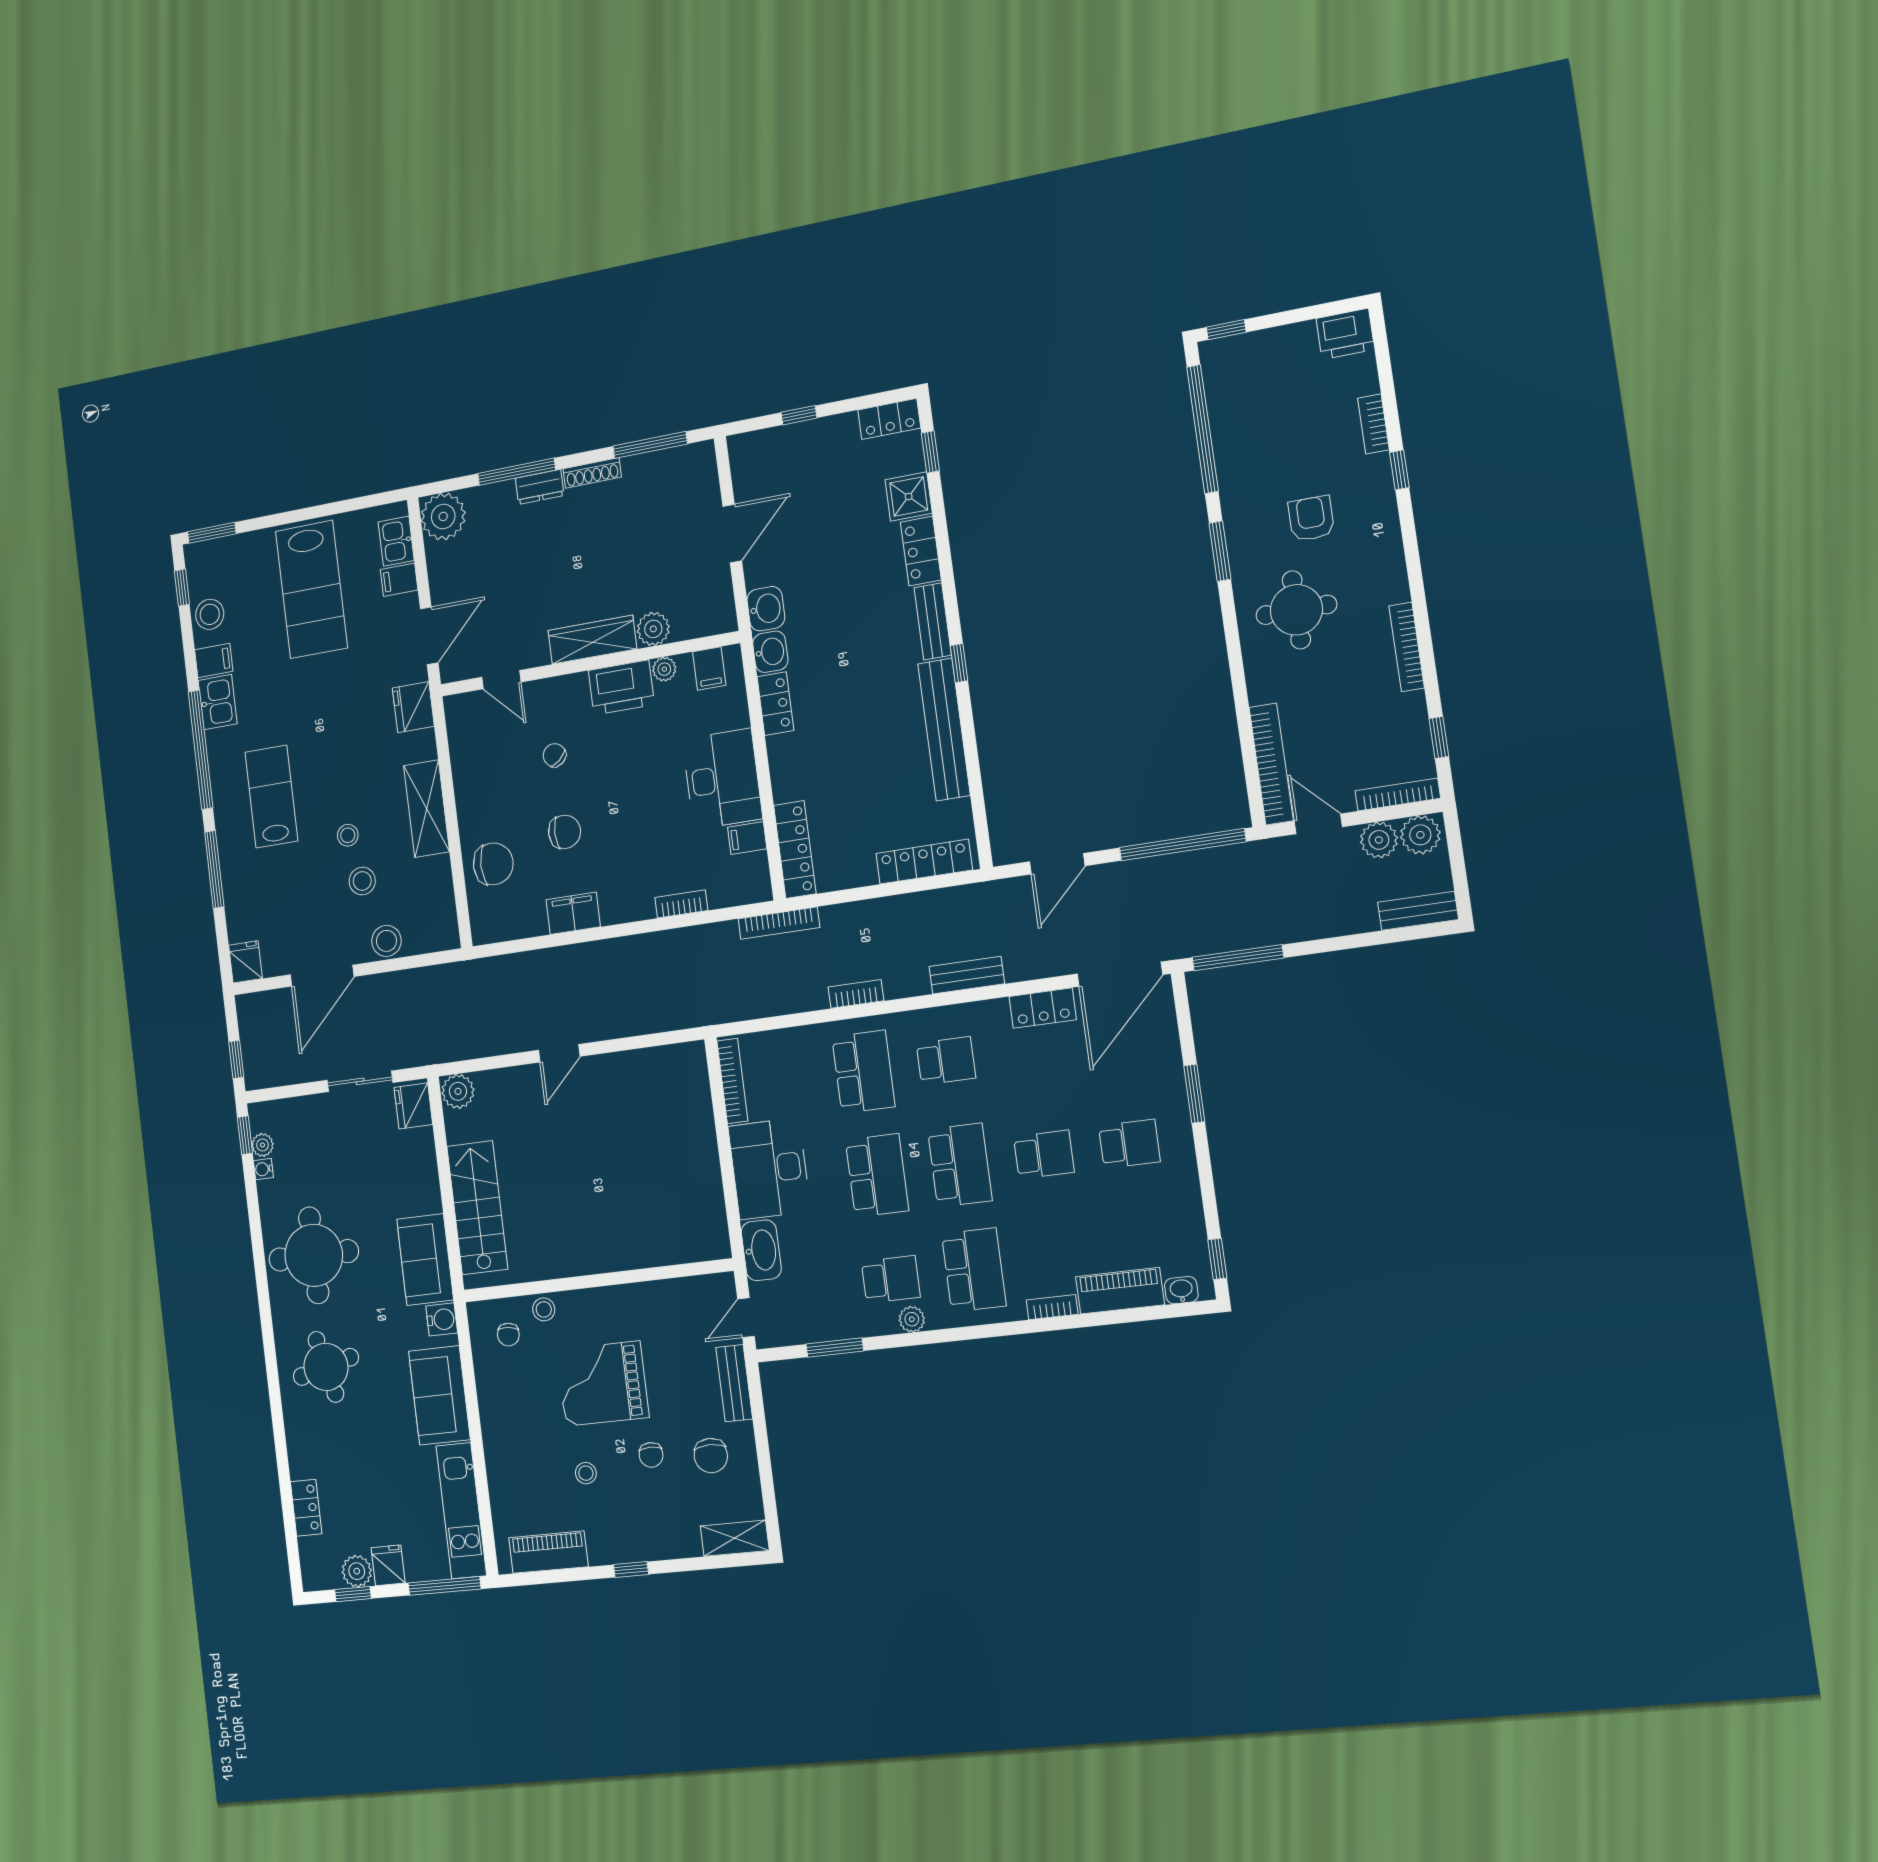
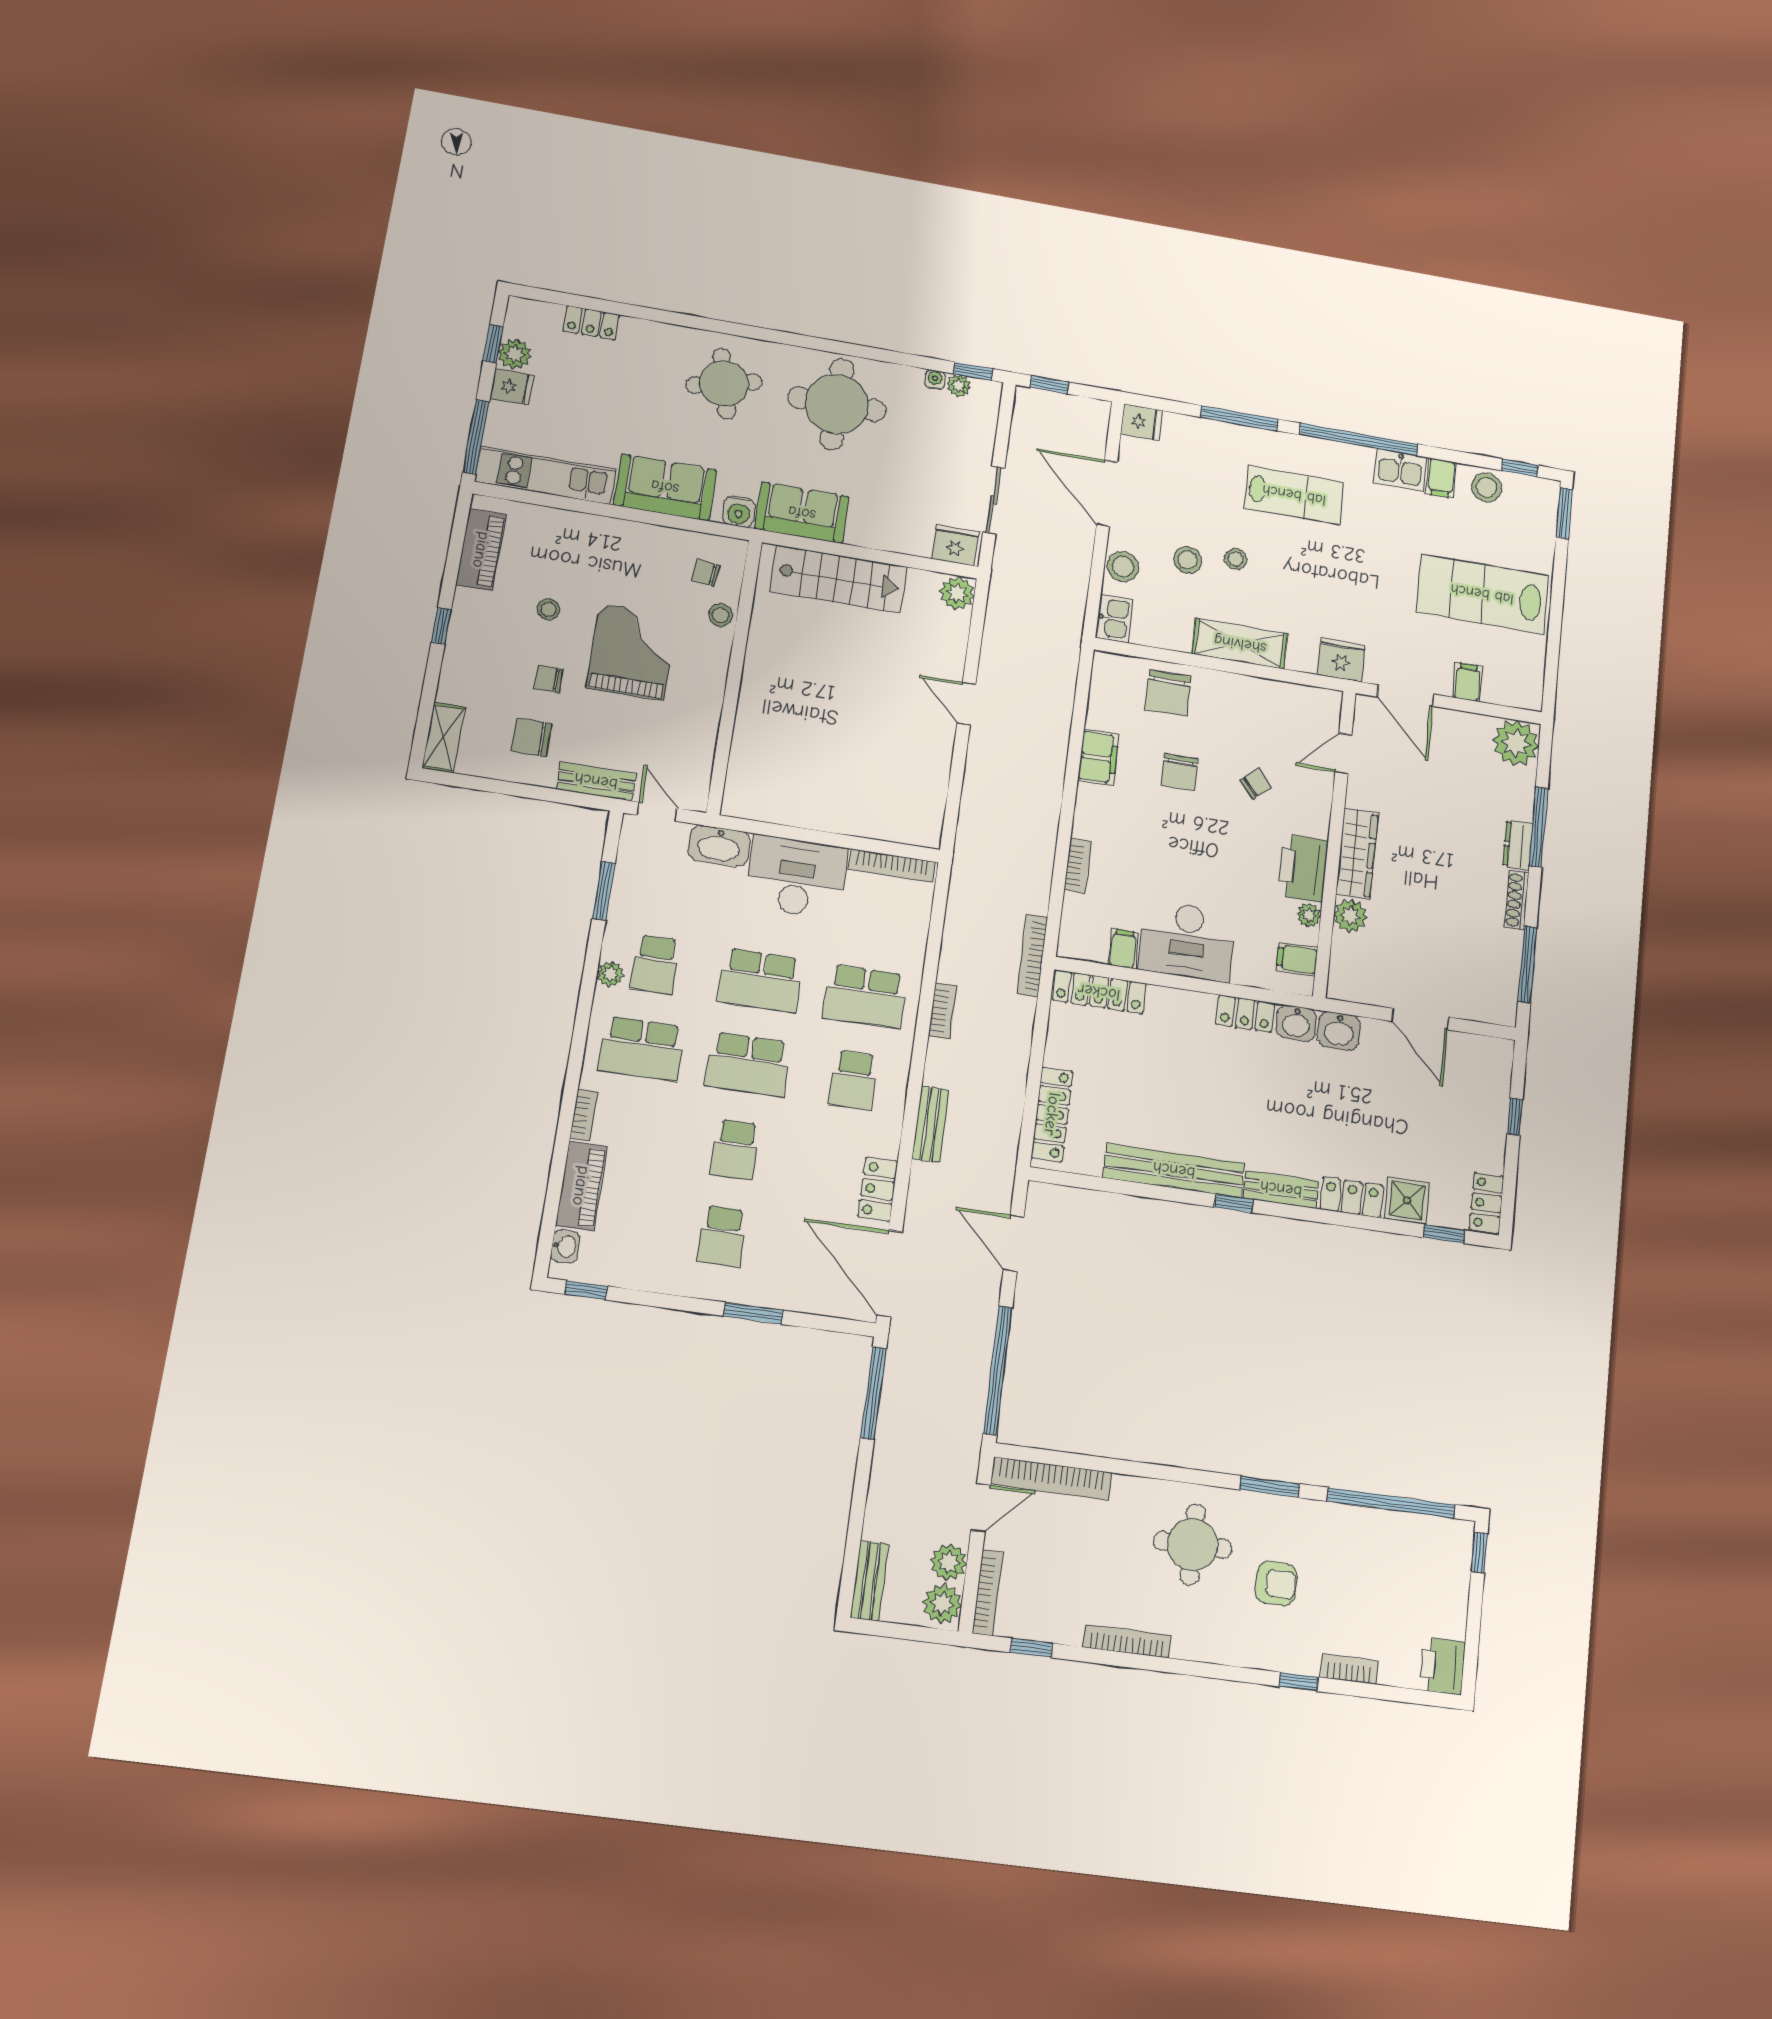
kitchen sink: (396, 541) -> (1114, 618), moved, turned 90

